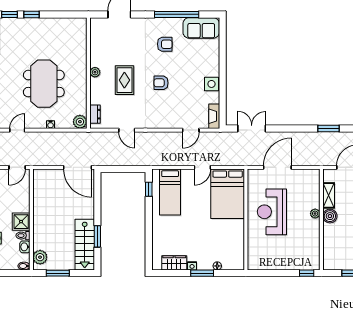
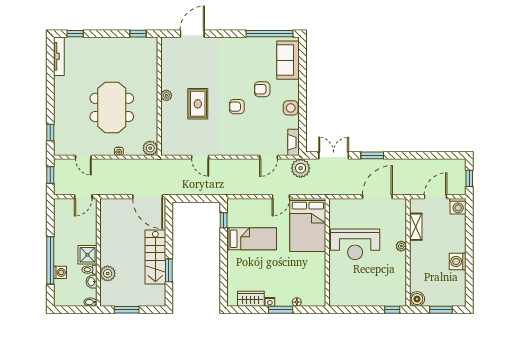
window: (31, 14) -> (138, 34), moved
window: (177, 14) -> (270, 34), moved
sofa: (201, 28) -> (288, 60), moved, turned 90
armchair: (165, 44) -> (262, 89), moved, turned 180
dresser: (95, 114) -> (166, 140), removed
window: (329, 128) -> (372, 155), moved
door: (17, 130) -> (83, 157), swing flipped
plant: (221, 140) -> (301, 168), added
door: (277, 167) -> (377, 197), moved
bed: (170, 192) -> (252, 239), moved, turned -90
reception desk: (272, 212) -> (355, 244), turned -90
boiler: (330, 216) -> (417, 299), moved
stairs: (85, 245) -> (155, 257), moved
plant: (40, 257) -> (108, 273), moved

